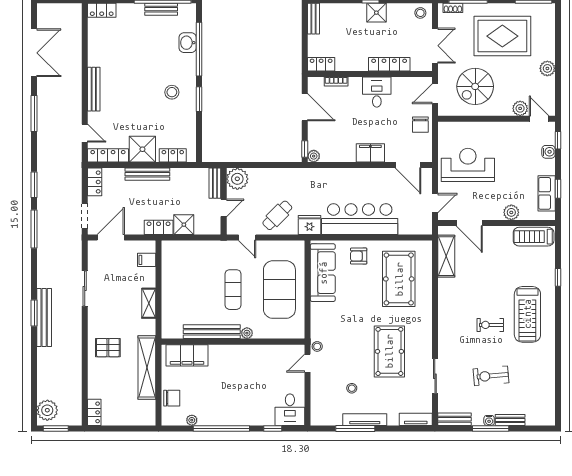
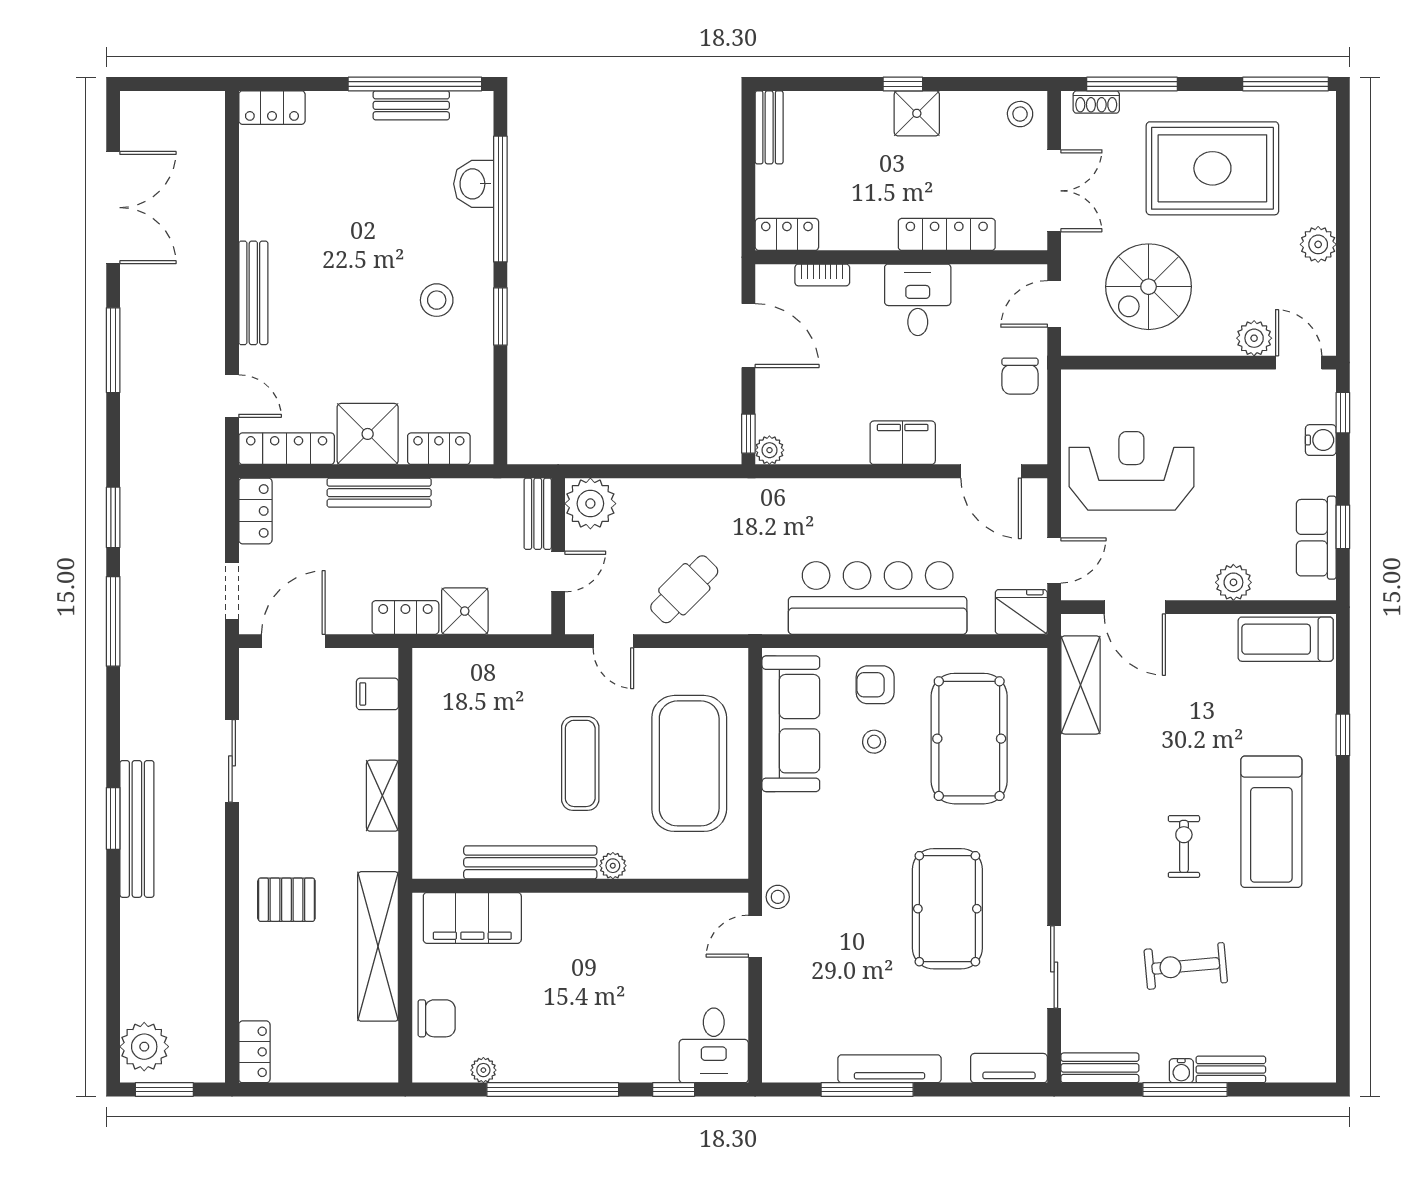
fridge: (309, 225) -> (1021, 612), moved
exercise bike: (490, 325) -> (1184, 846), turned 90
stool: (352, 388) -> (874, 742), moved

